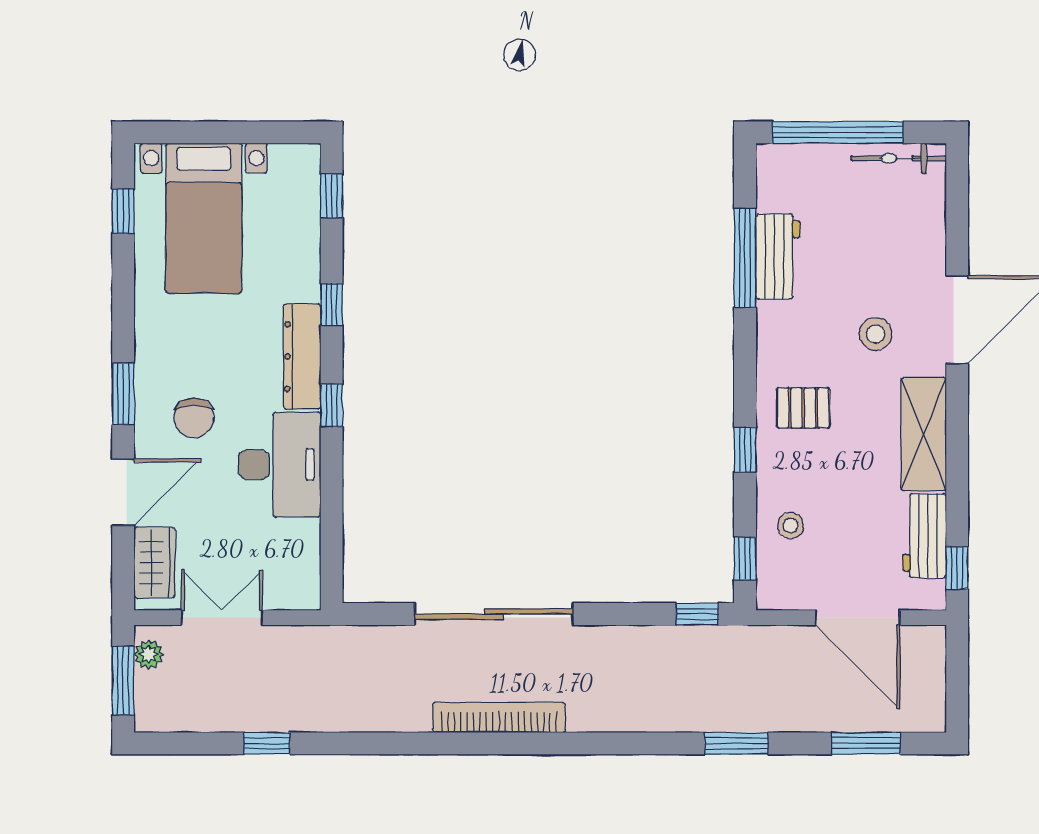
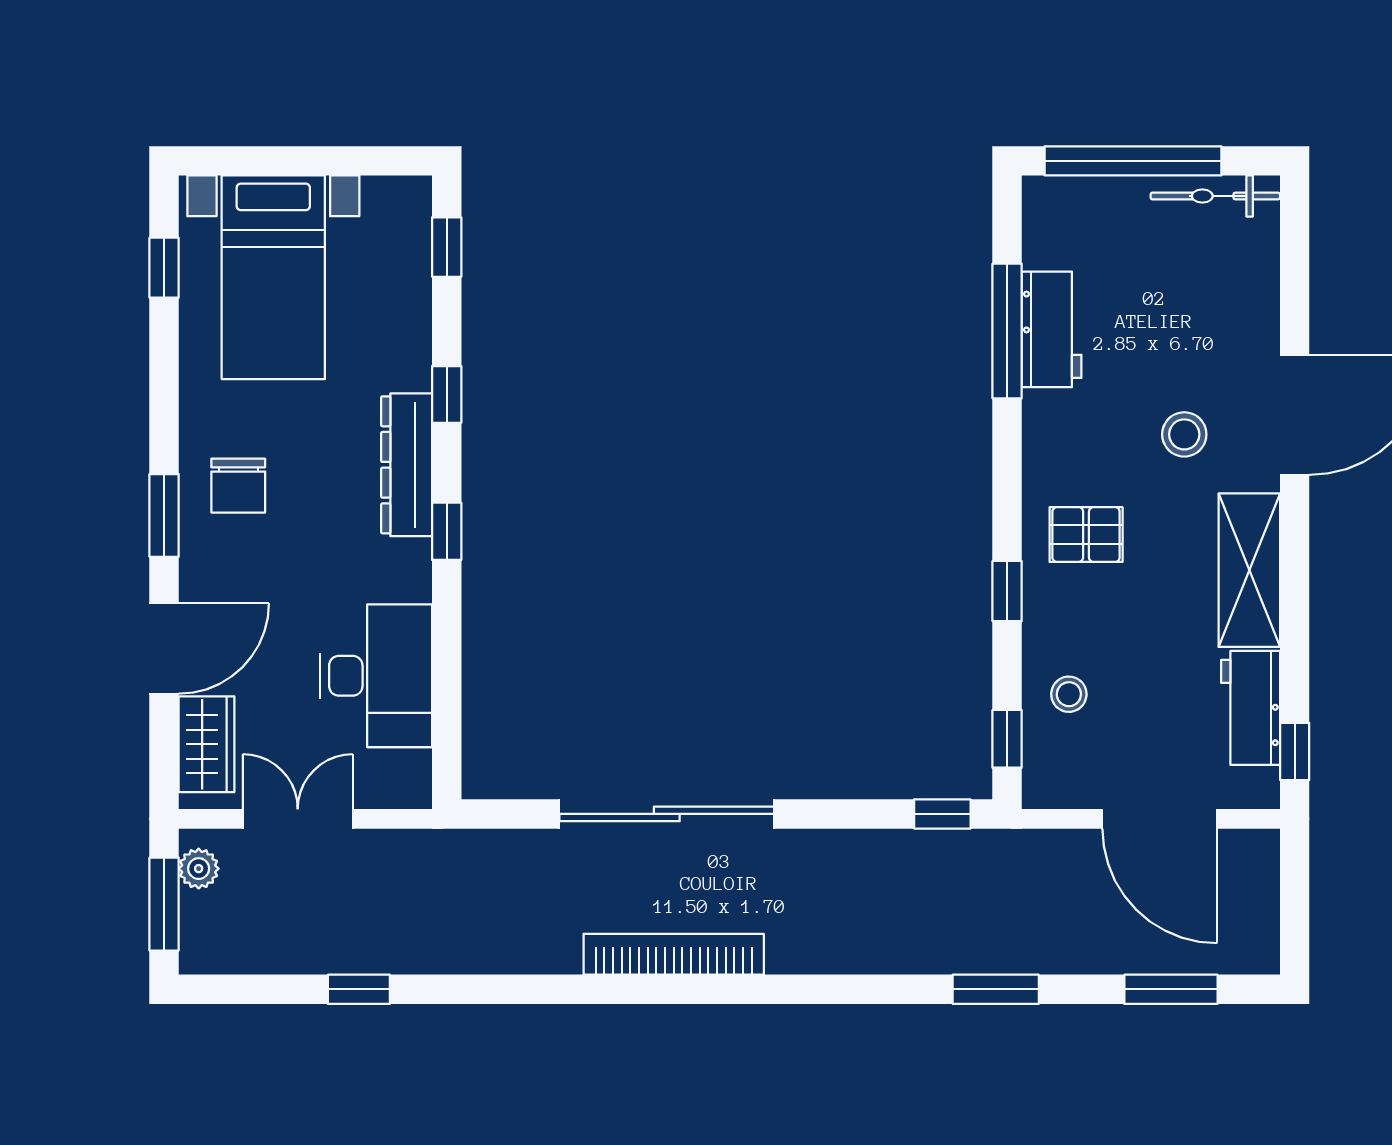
chair: (194, 418) -> (238, 486), moved
desk: (280, 465) -> (376, 676), moved

